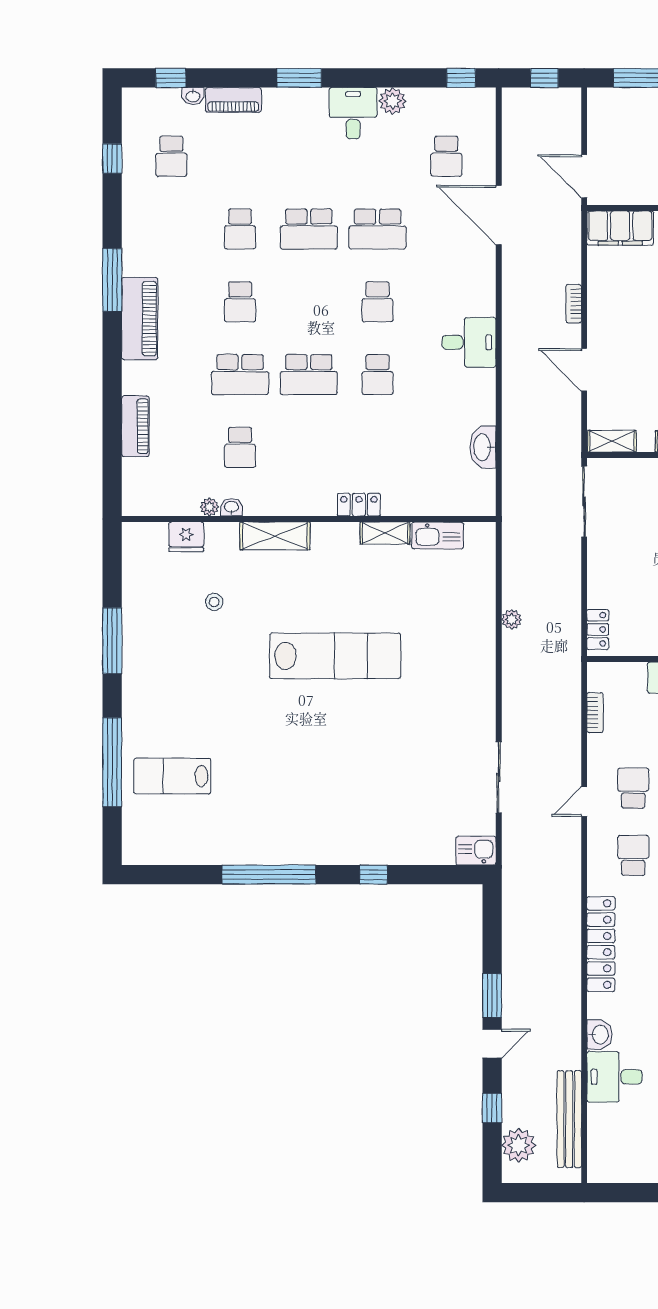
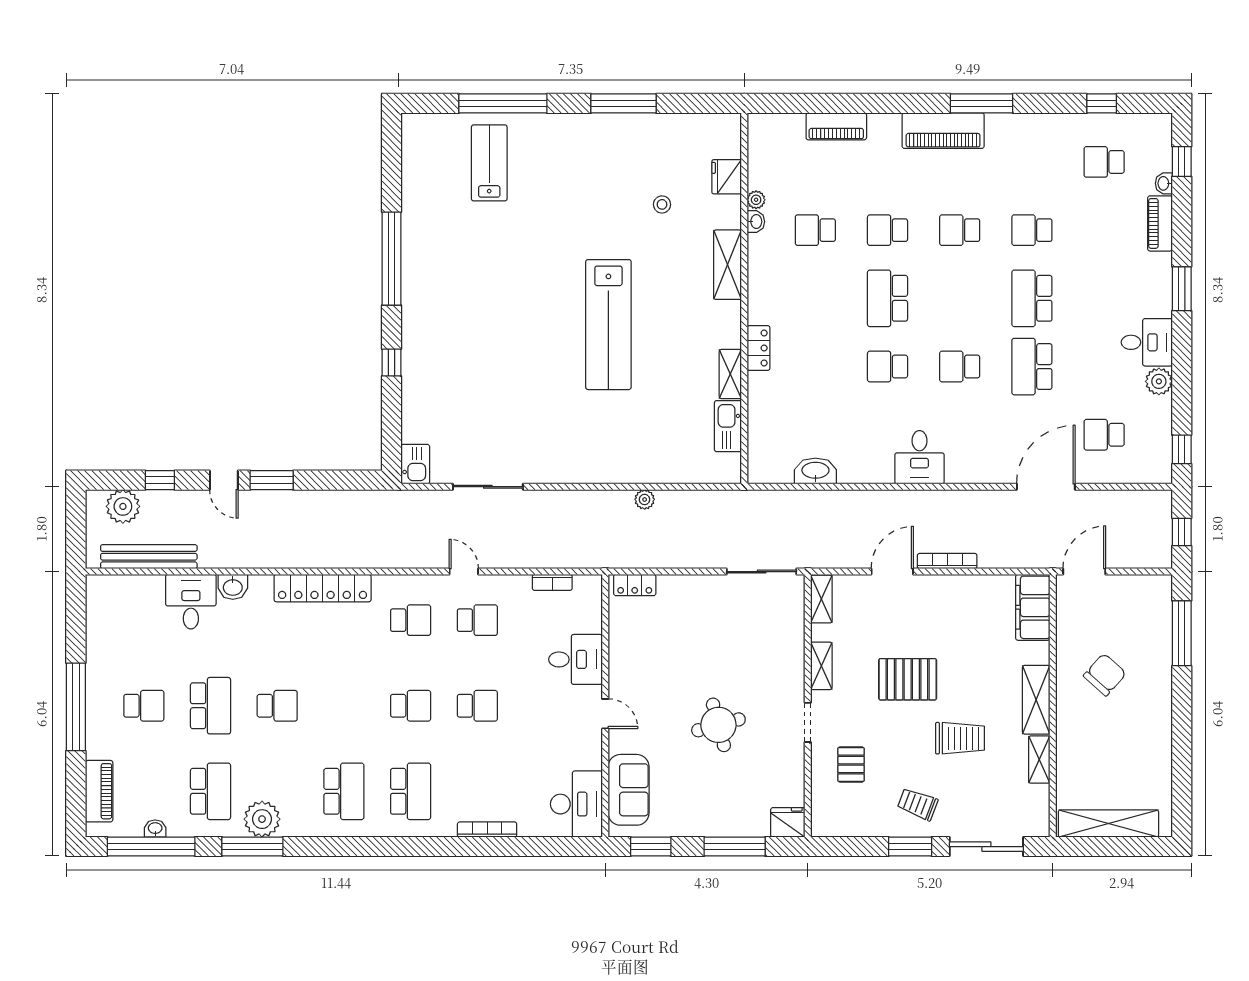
bookcase: (574, 304) -> (947, 561), width x1.56
school desk: (240, 375) -> (888, 230), width x0.54

